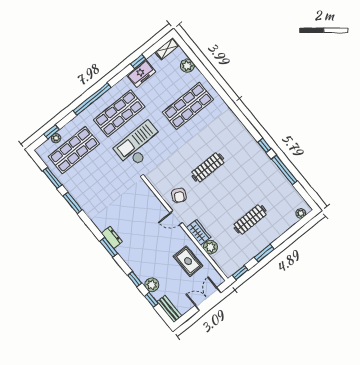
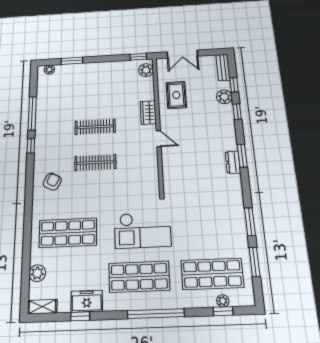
armchair: (179, 195) -> (52, 182), moved
clothes rail: (250, 219) -> (95, 127), moved
plant: (211, 247) -> (146, 70), moved
window: (264, 253) -> (72, 61), moved

